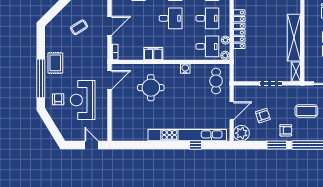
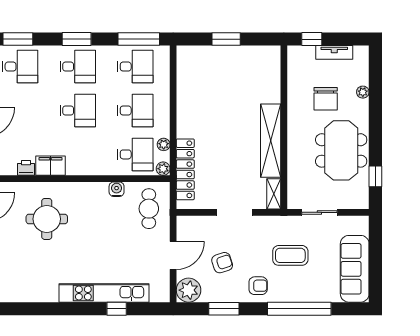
locker: (239, 29) -> (185, 169), moved
printer: (138, 55) -> (26, 168), added
water cooler: (185, 69) -> (117, 189), moved
kitchen unit: (187, 135) -> (104, 293), width x0.73
window: (277, 145) -> (224, 309), moved

